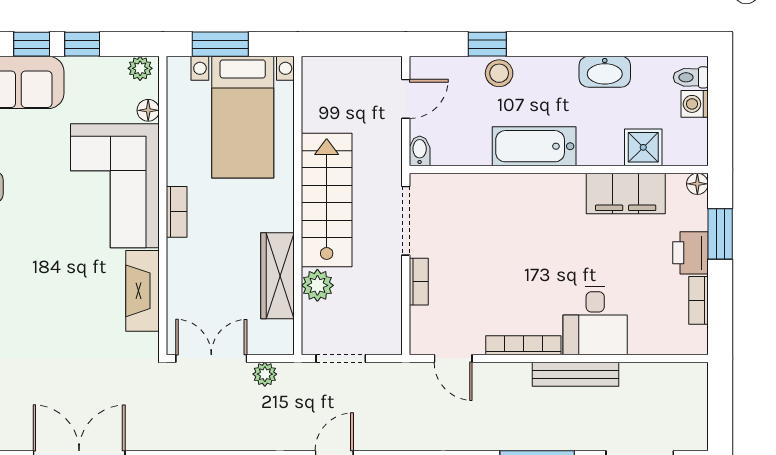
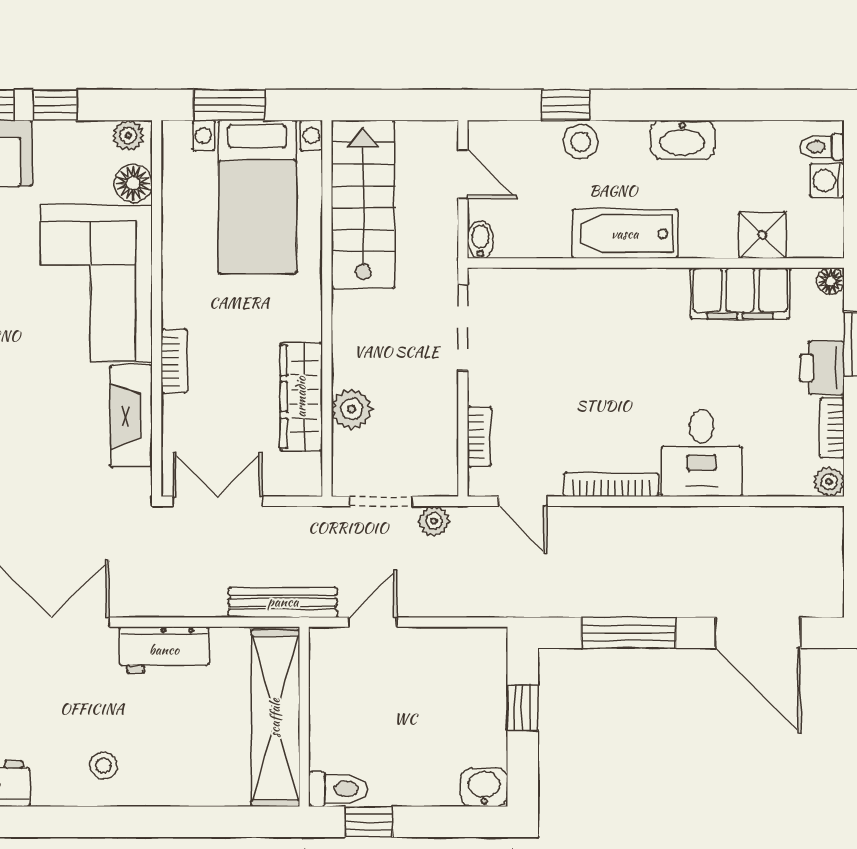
washbasin: (605, 72) -> (682, 140), moved
door: (406, 99) -> (463, 174), hinge flipped
floor lamp: (148, 110) -> (133, 183), width x1.37, depth x1.37
stairs: (327, 200) -> (363, 204), moved
bookcase: (177, 212) -> (174, 361), moved
bookcase: (419, 282) -> (479, 437), moved
plant: (696, 343) -> (829, 482), added
plant: (265, 374) -> (434, 521), moved
bench: (576, 374) -> (283, 602), moved

